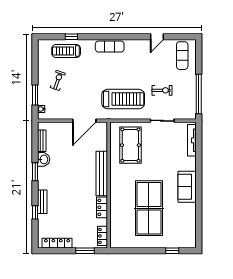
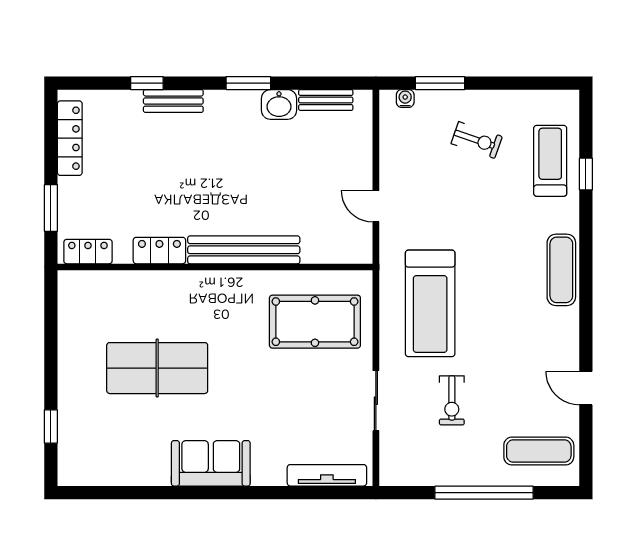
window: (199, 94) -> (484, 493), moved
door: (84, 121) -> (376, 206), width x0.53
table tennis table: (149, 208) -> (157, 368), width x0.73, depth x0.76

